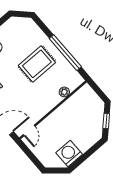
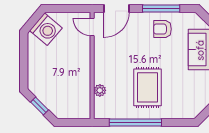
washing machine: (69, 153) -> (46, 29), moved, turned 40

